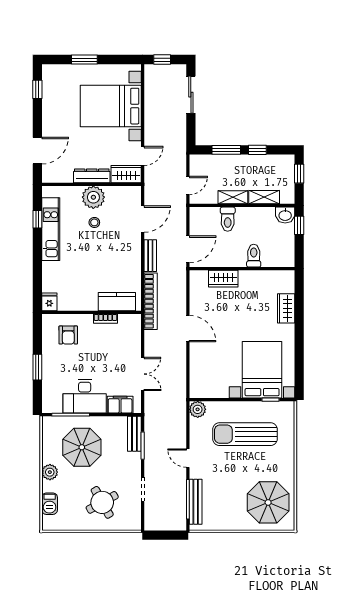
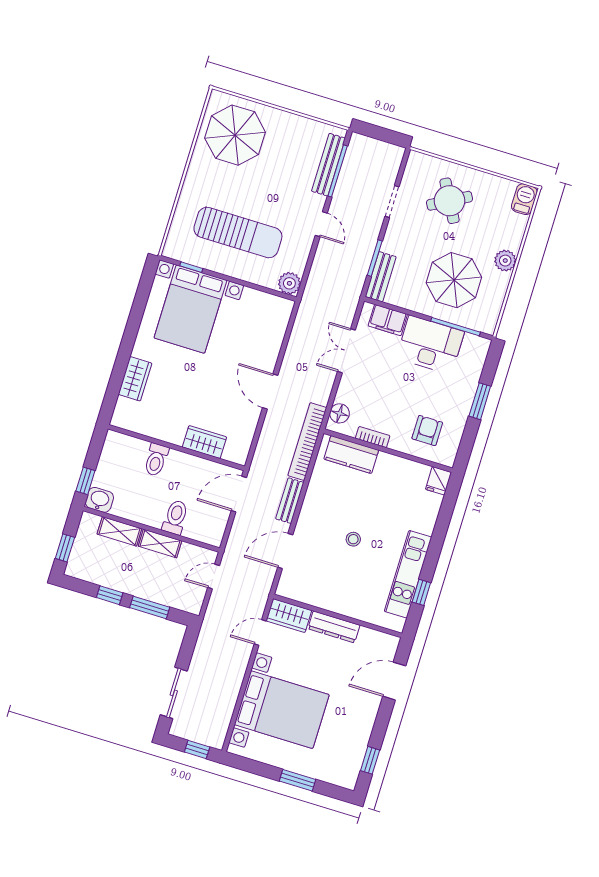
plant: (93, 197) -> (340, 599), removed
stool: (94, 222) -> (353, 539), moved
floor lamp: (134, 328) -> (340, 413), added
barbecue: (50, 504) -> (524, 199), moved

